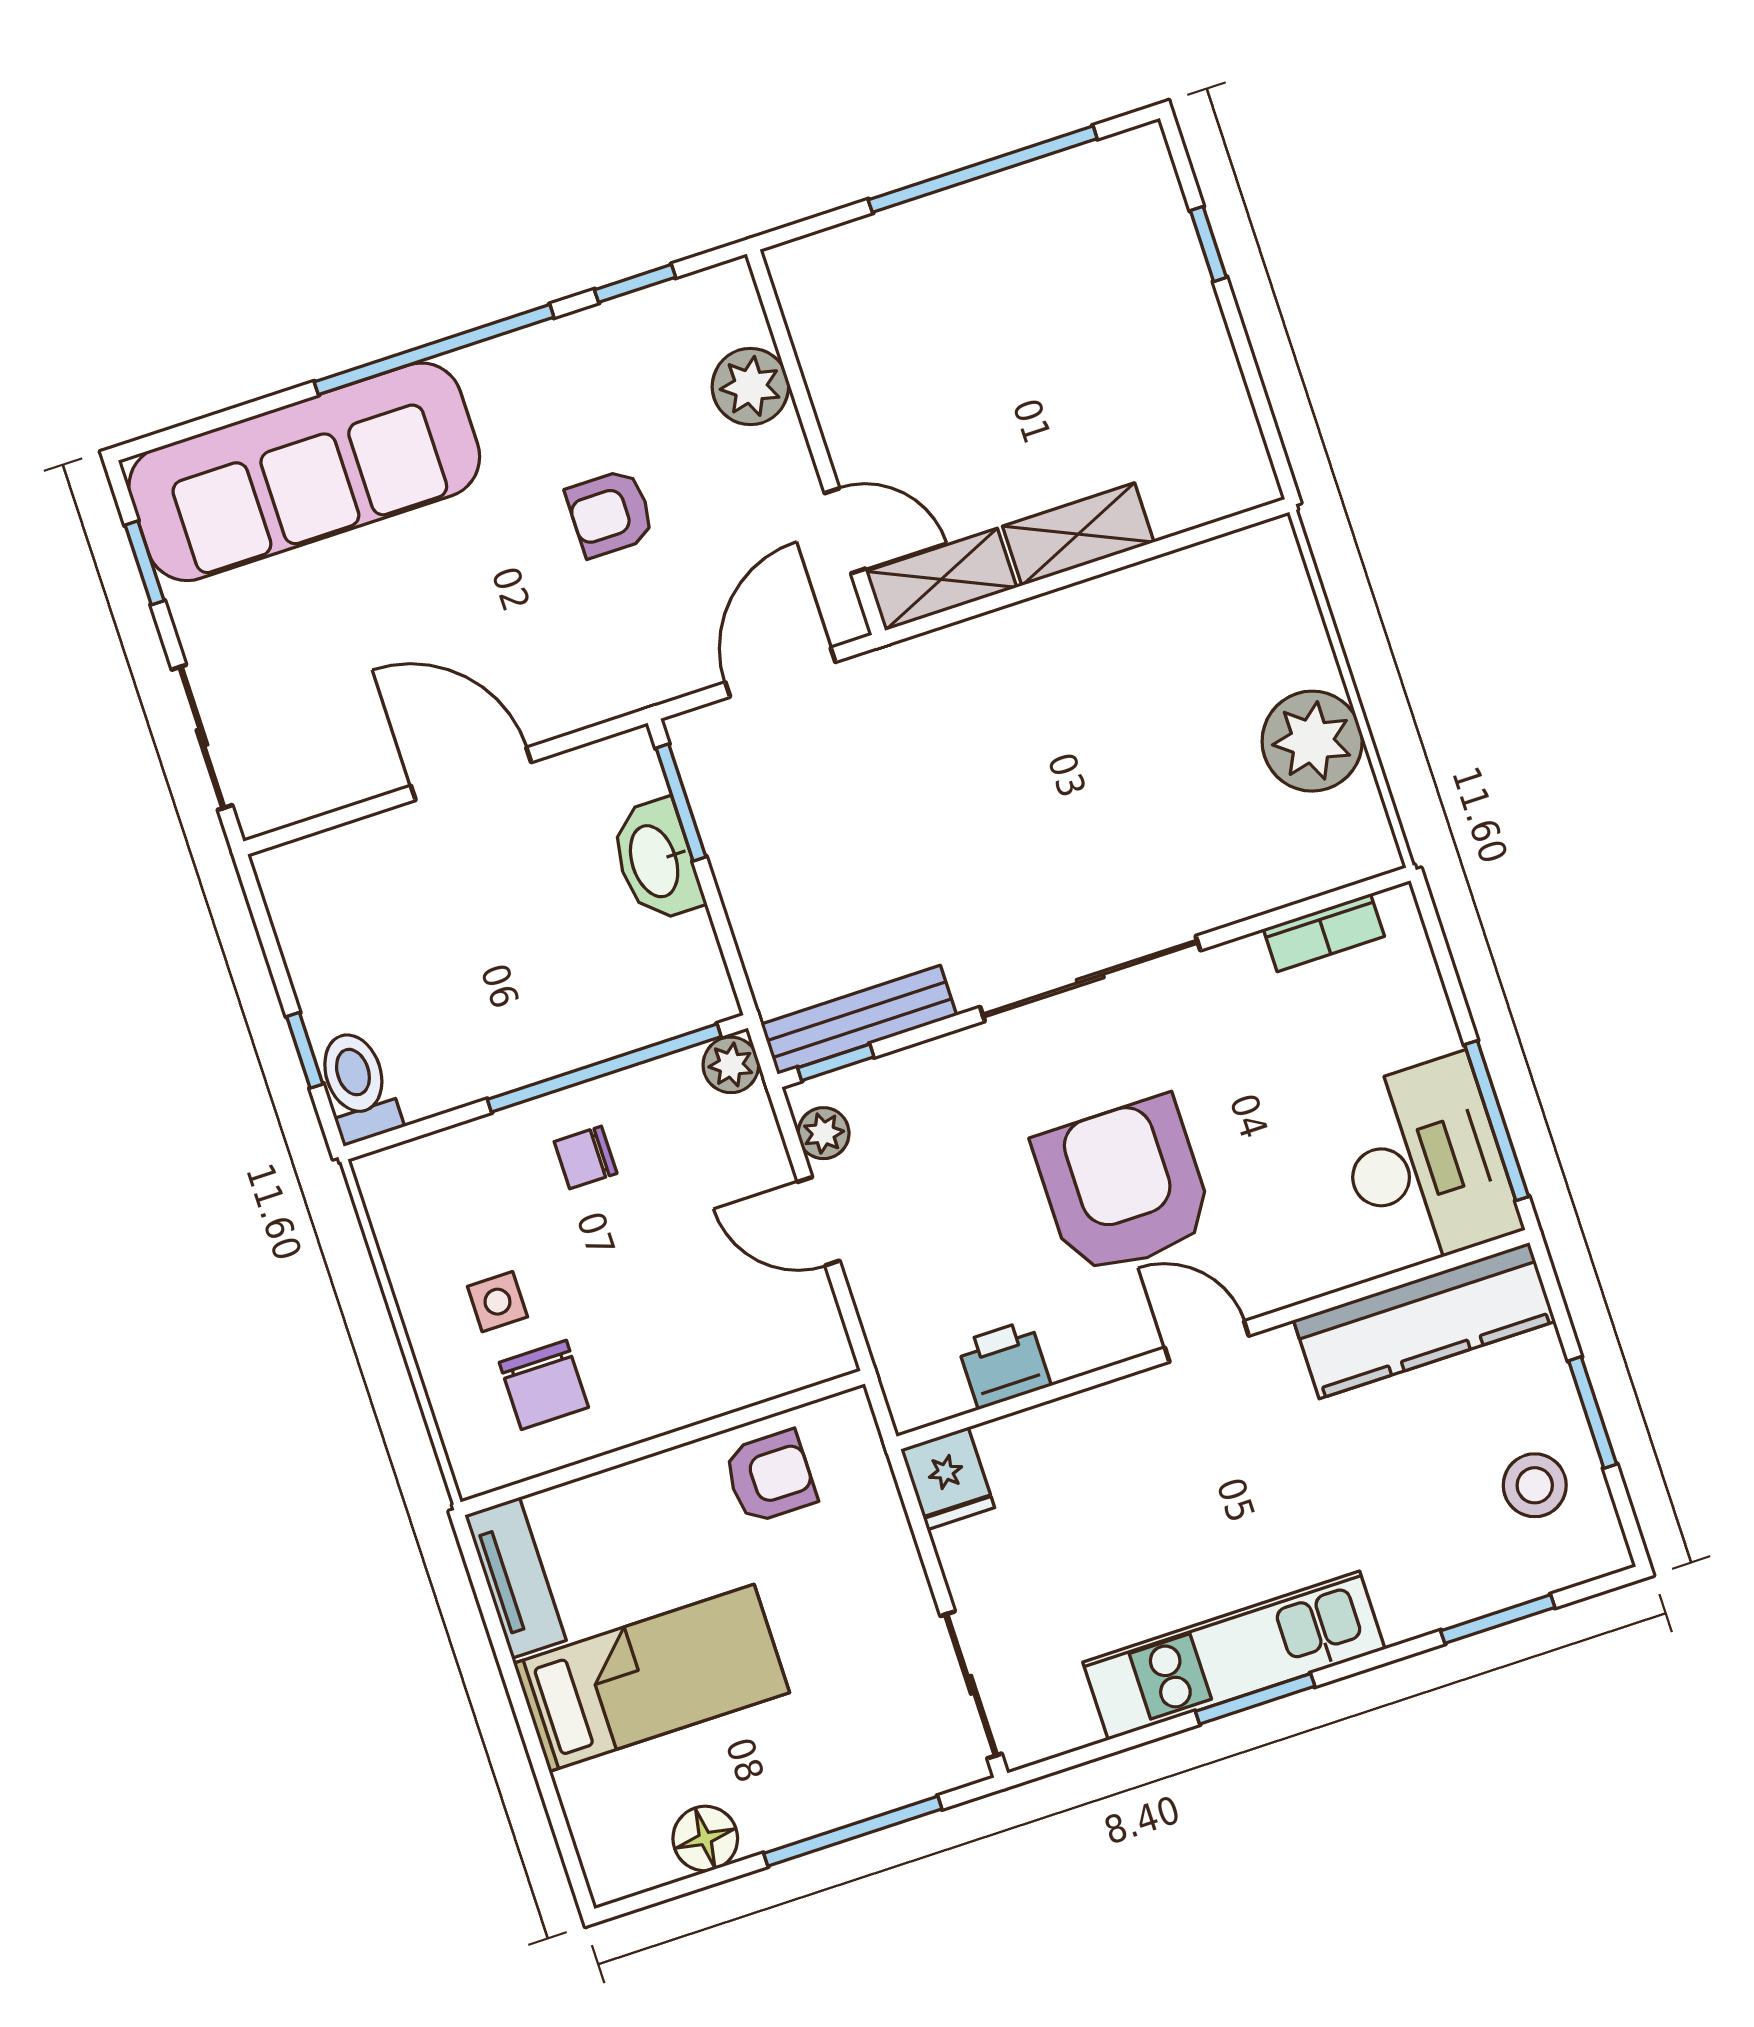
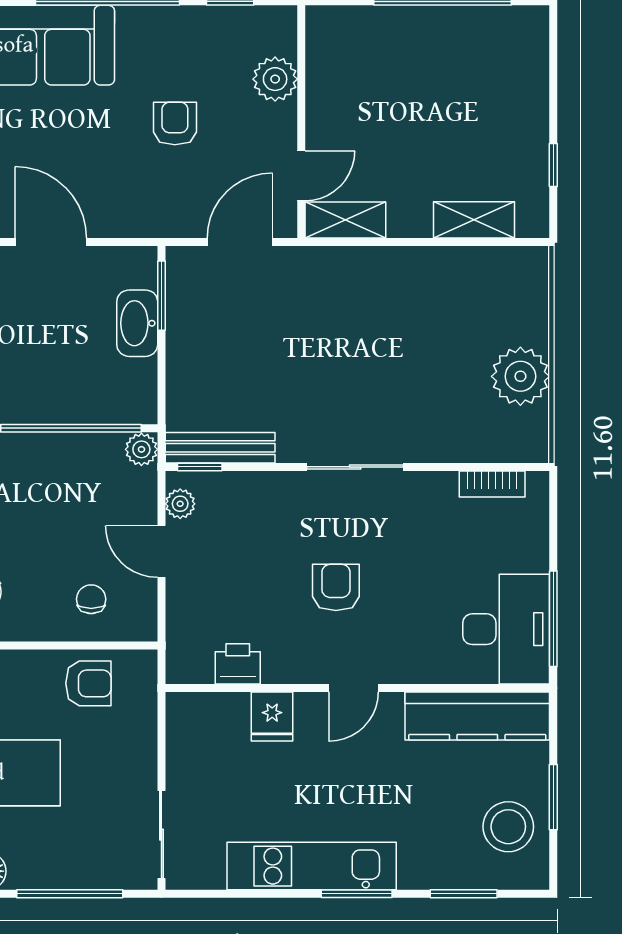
window: (1208, 244) -> (553, 165), moved
armchair: (610, 513) -> (175, 123), turned 90
door: (845, 531) -> (301, 176), hinge flipped
shelving: (1078, 534) -> (474, 220), moved
sliding door: (1090, 979) -> (355, 467), width x0.73
chair: (586, 1157) -> (91, 599), moved, turned 90
armchair: (1124, 1186) -> (336, 587), width x0.53, depth x0.53
door: (1207, 1342) -> (354, 688), swing flipped
fridge: (948, 1478) -> (272, 717), moved
stool: (1535, 1485) -> (508, 827), width x1.38, depth x1.38
window: (1255, 1699) -> (357, 894), moved

